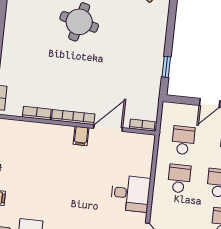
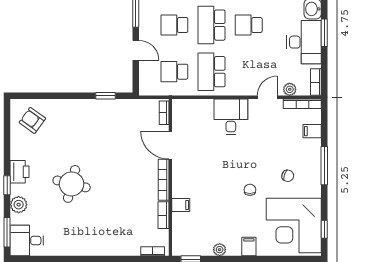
filing cabinet: (81, 136) -> (181, 205), moved
school desk: (179, 179) -> (212, 72), width x1.85
chair: (53, 205) -> (250, 190), added

